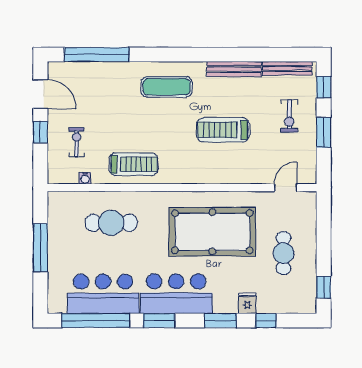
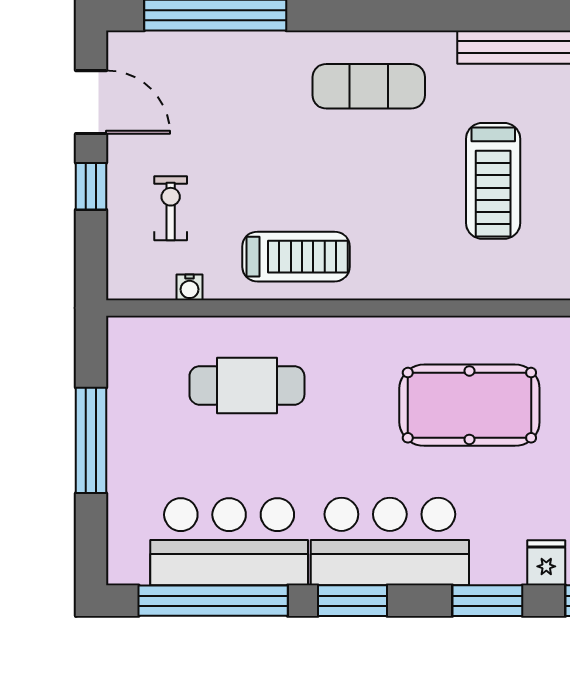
treadmill: (223, 130) -> (493, 181), turned -90
pool table: (212, 232) -> (469, 405), width x0.73, depth x0.76

